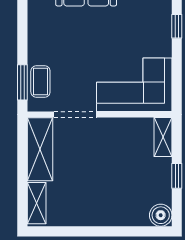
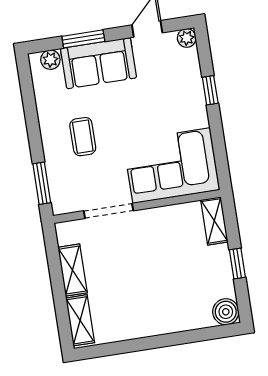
coffee table: (40, 81) -> (83, 137), moved
shelving: (40, 149) -> (72, 270), width x0.67, depth x0.75

